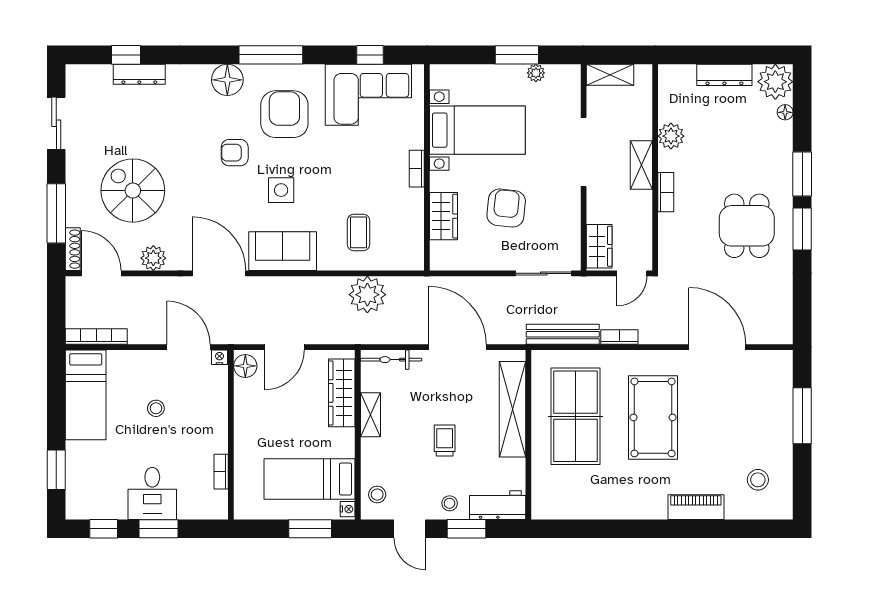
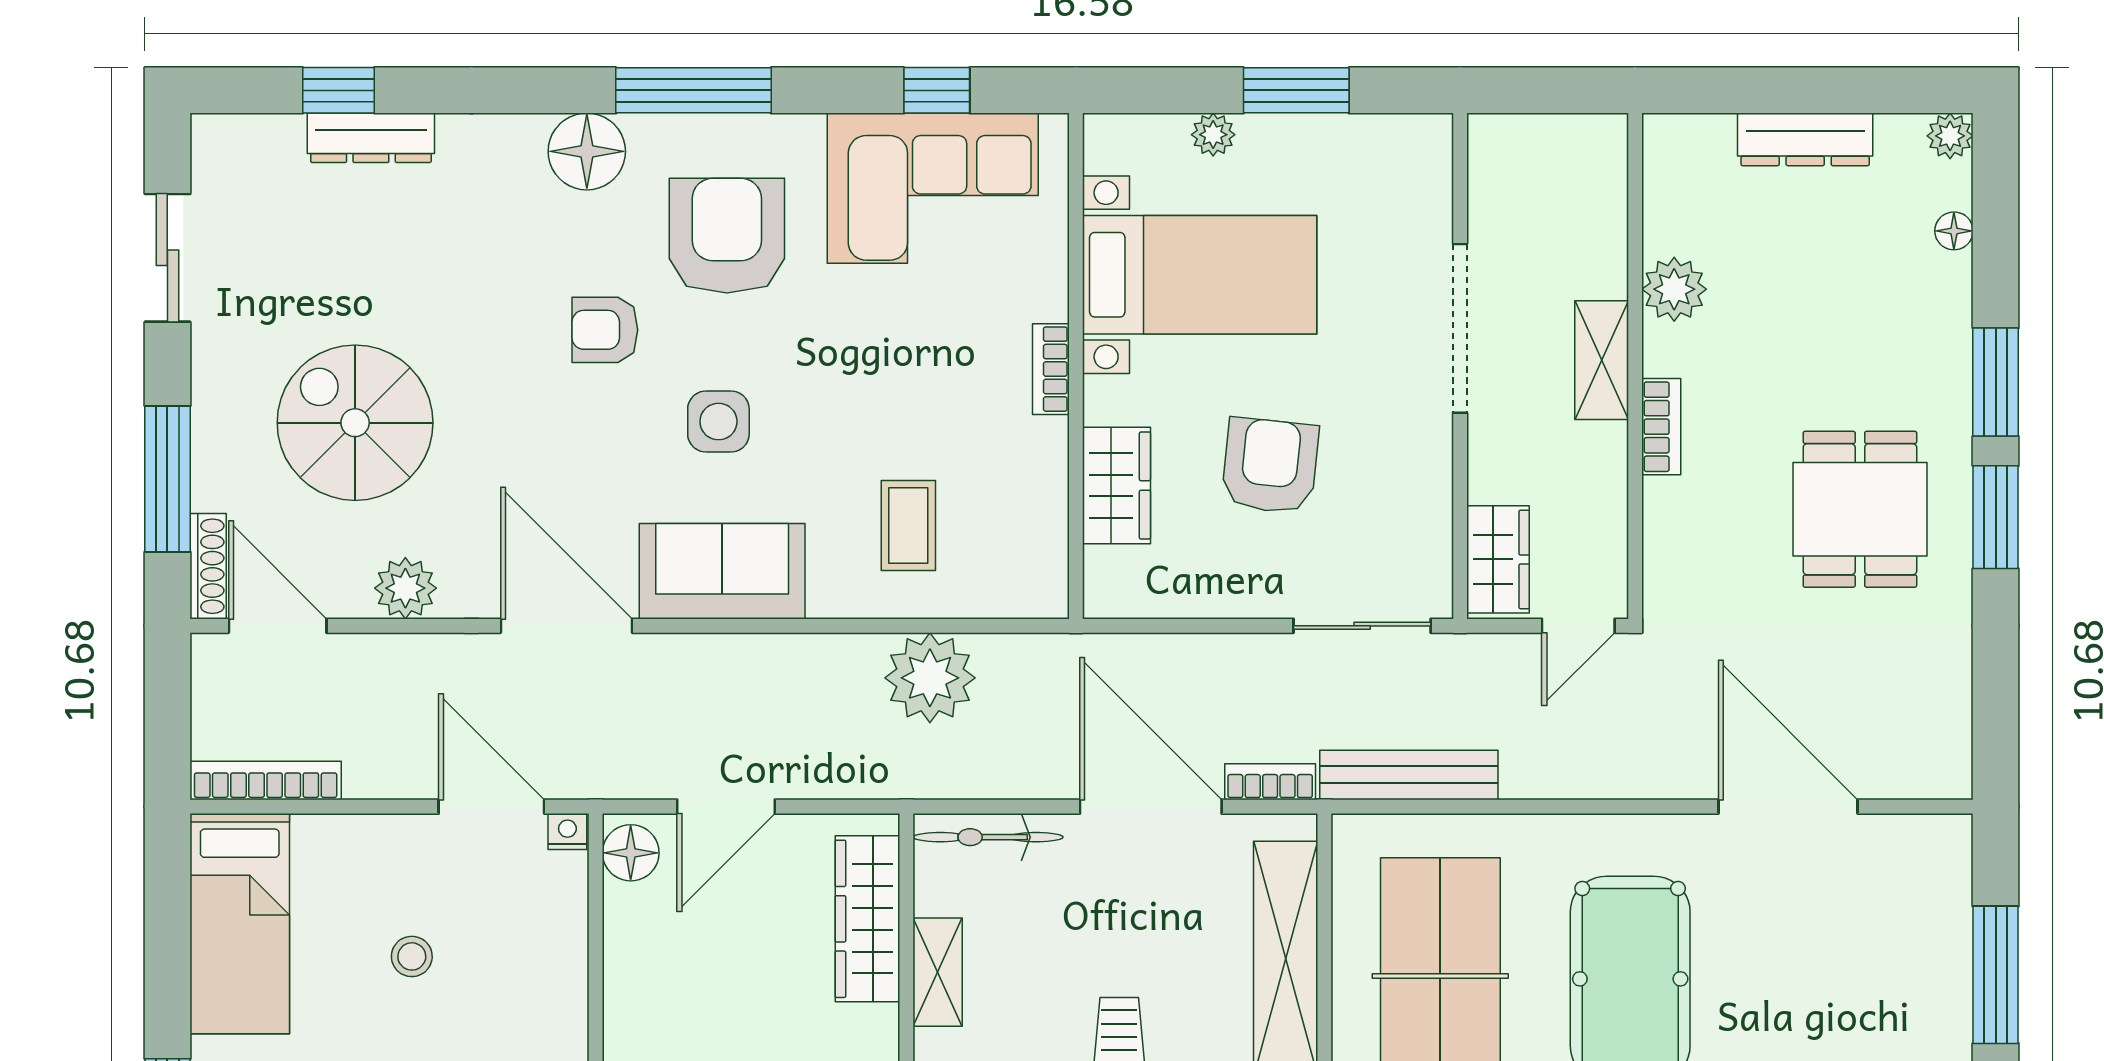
plant: (536, 73) -> (1213, 135), moved
shelving: (610, 75) -> (1525, 139), removed
plant: (775, 82) -> (1950, 136), width x0.53, depth x0.53
bookcase: (619, 337) -> (1270, 782), moved

